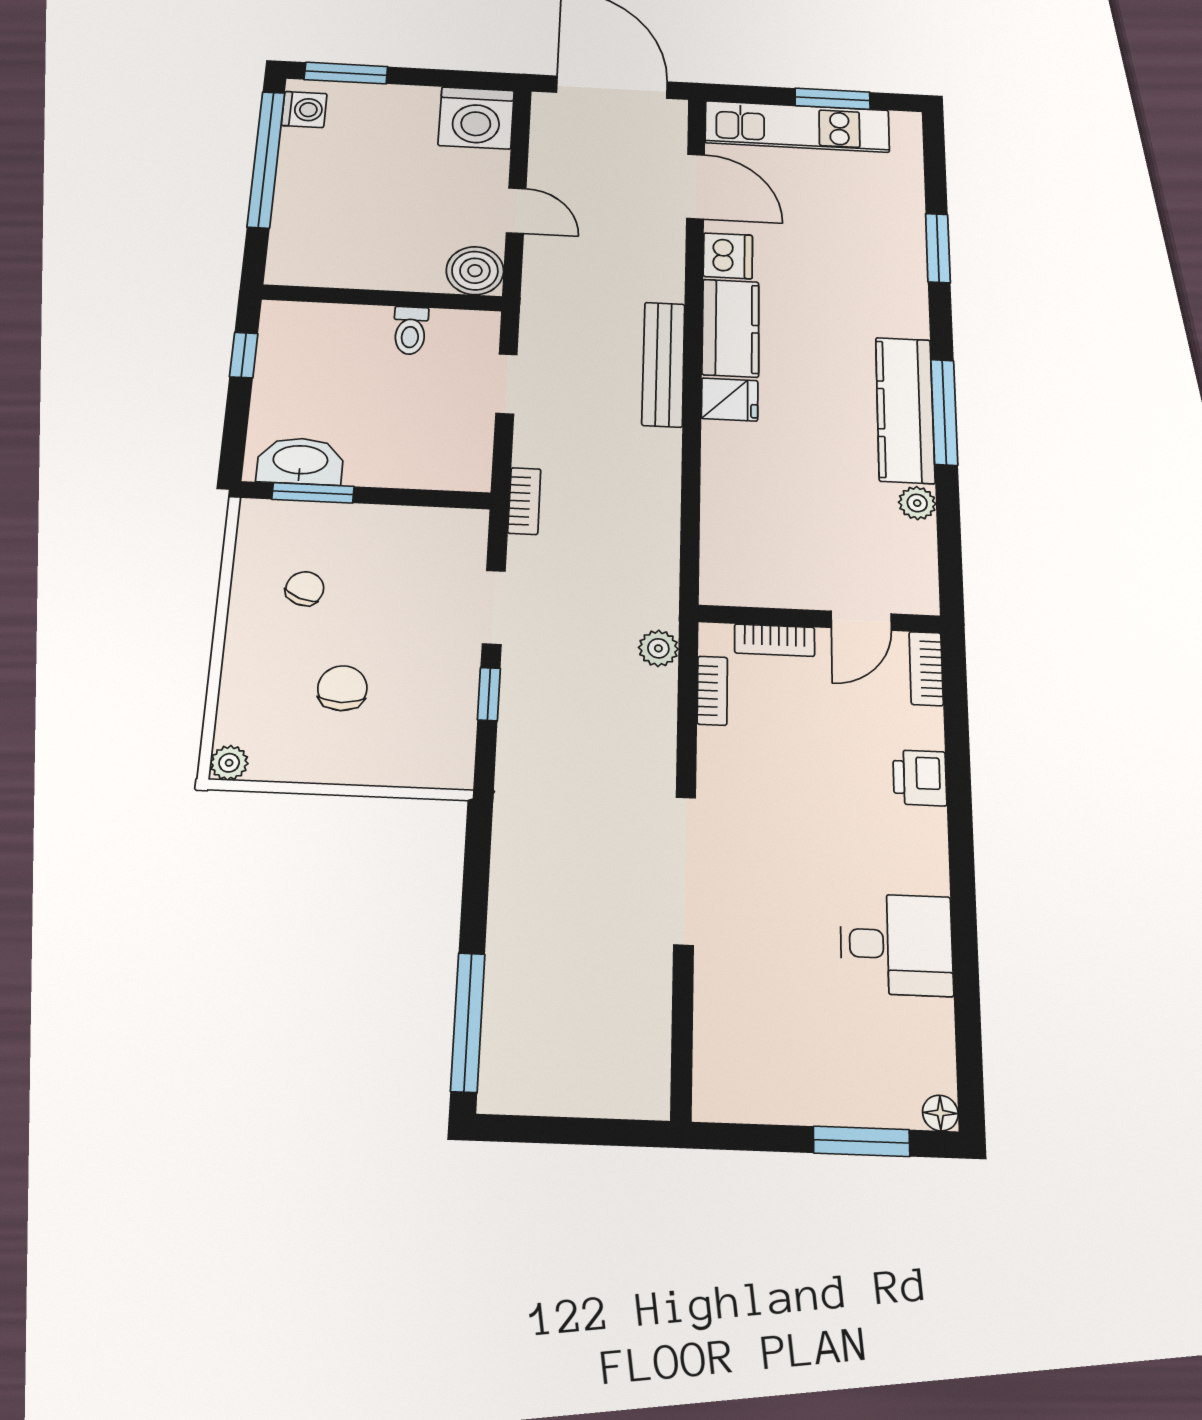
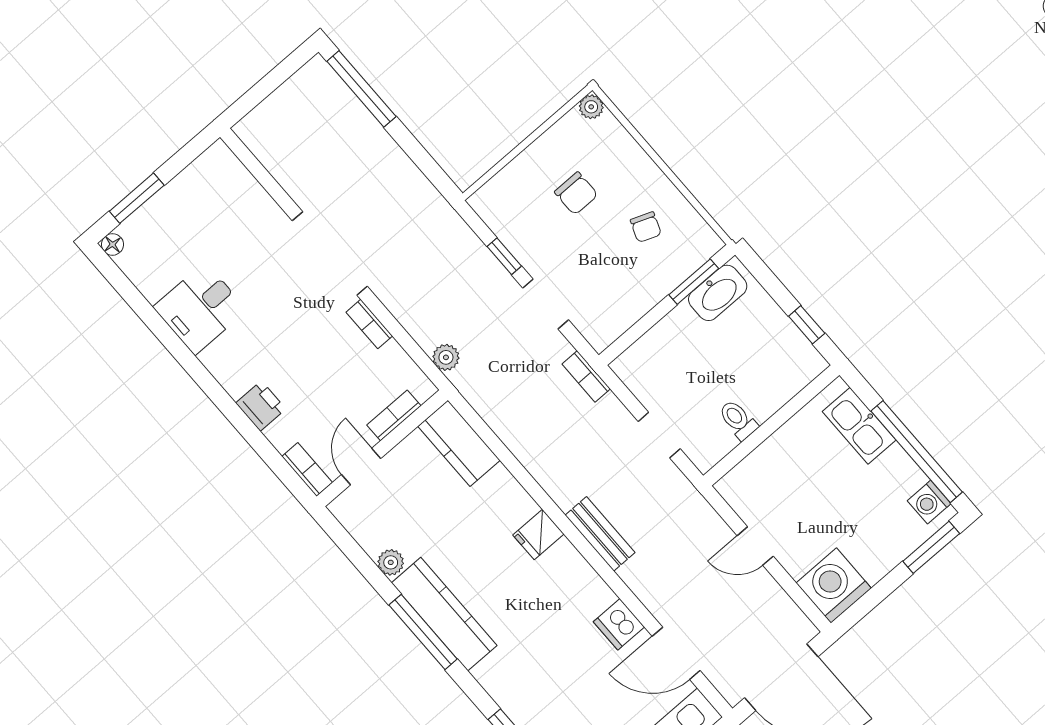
kitchen sink: (296, 226) -> (859, 426), added
boiler: (475, 271) -> (740, 488), removed
kitchen counter: (731, 328) -> (459, 443), moved
bench: (663, 364) -> (600, 534), width x0.73
bookcase: (712, 691) -> (369, 324), moved

